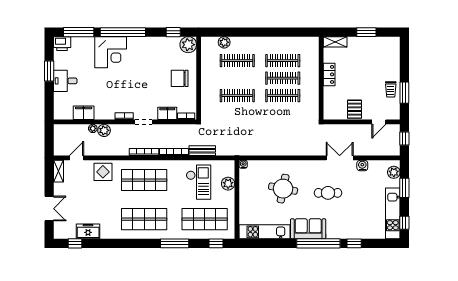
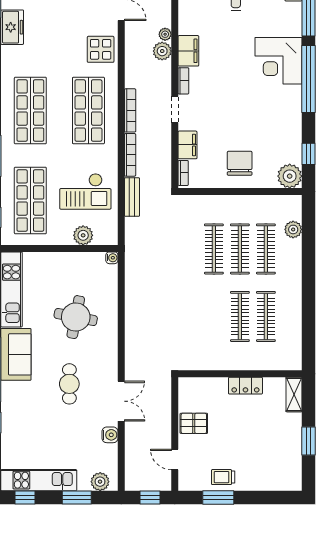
clothes rail: (283, 96) -> (240, 249), moved
filing cabinet: (84, 113) -> (188, 51), moved

